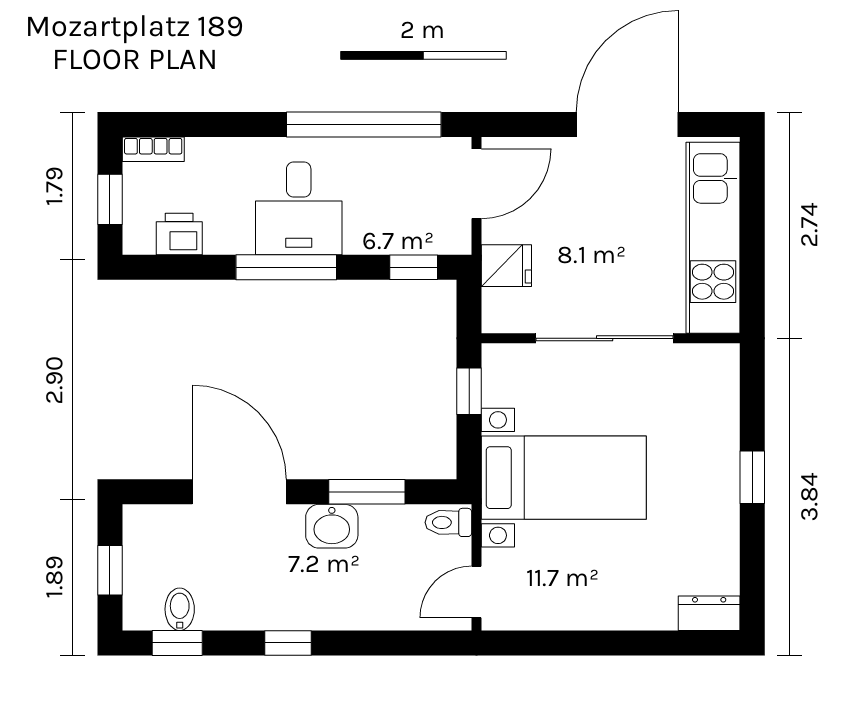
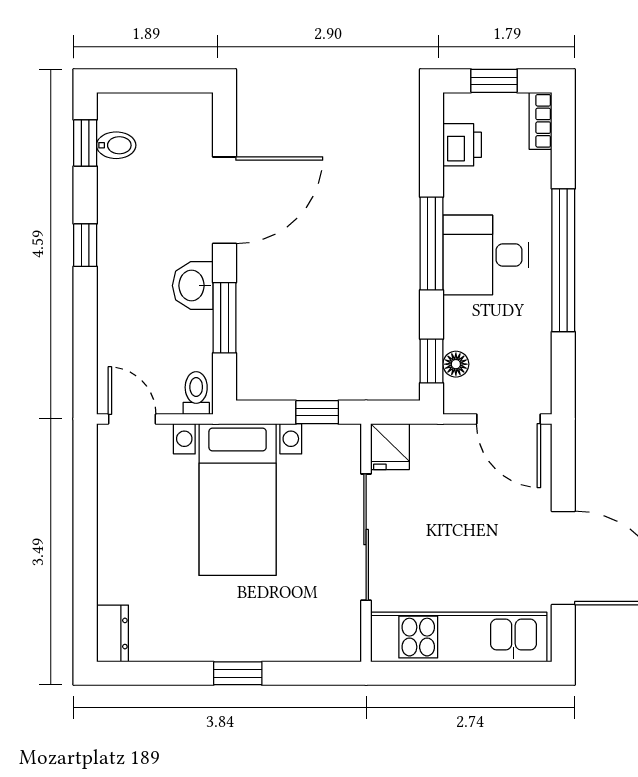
window: (364, 124) -> (563, 260), moved
floor lamp: (417, 241) -> (456, 364), added
fridge: (506, 266) -> (390, 447), moved
window: (110, 570) -> (152, 81), removed

